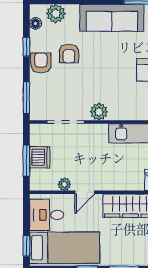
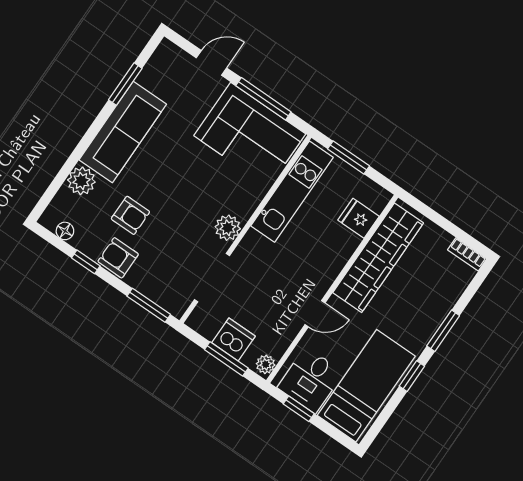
plant: (56, 14) -> (81, 181), moved
plant: (64, 184) -> (266, 364), moved
door: (85, 192) -> (315, 314), hinge flipped
window: (26, 246) -> (299, 409), moved

